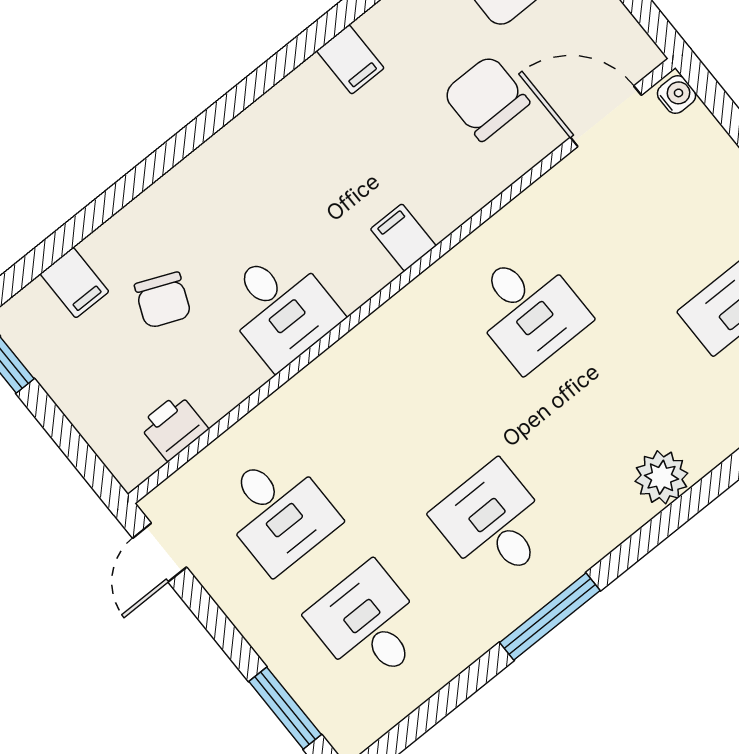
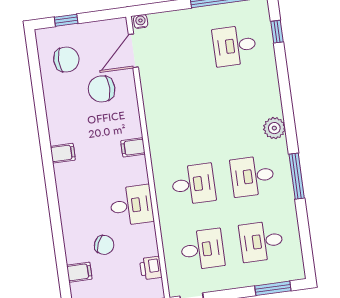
filing cabinet: (350, 59) -> (63, 153), moved
desk: (528, 309) -> (193, 184), moved
plant: (661, 477) -> (274, 128), moved

